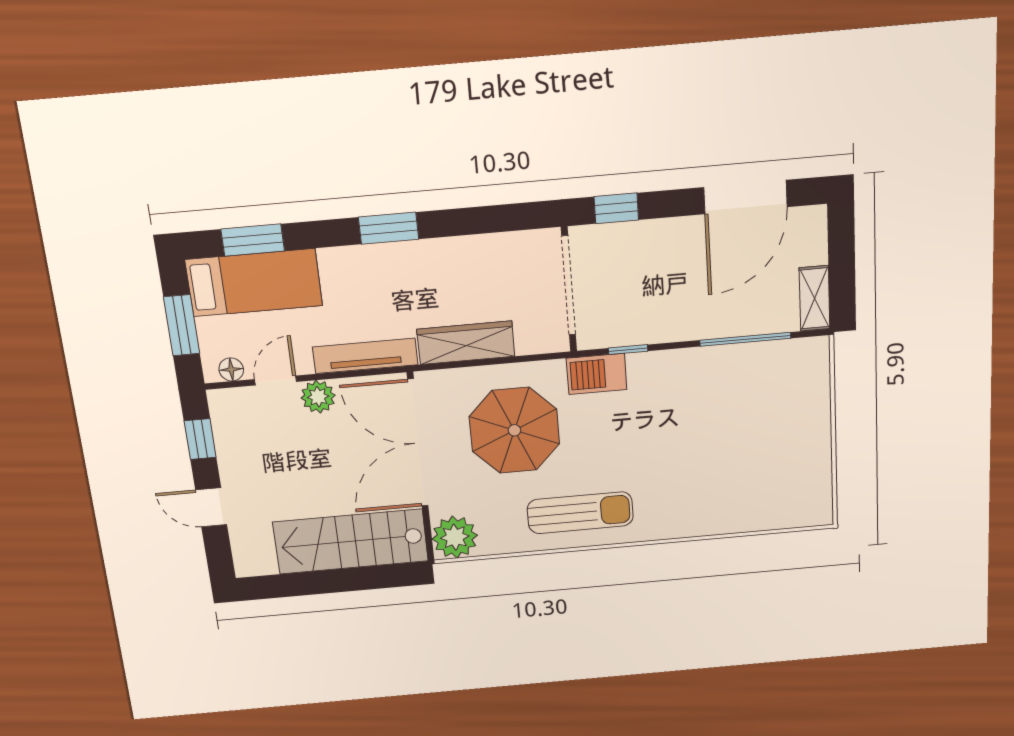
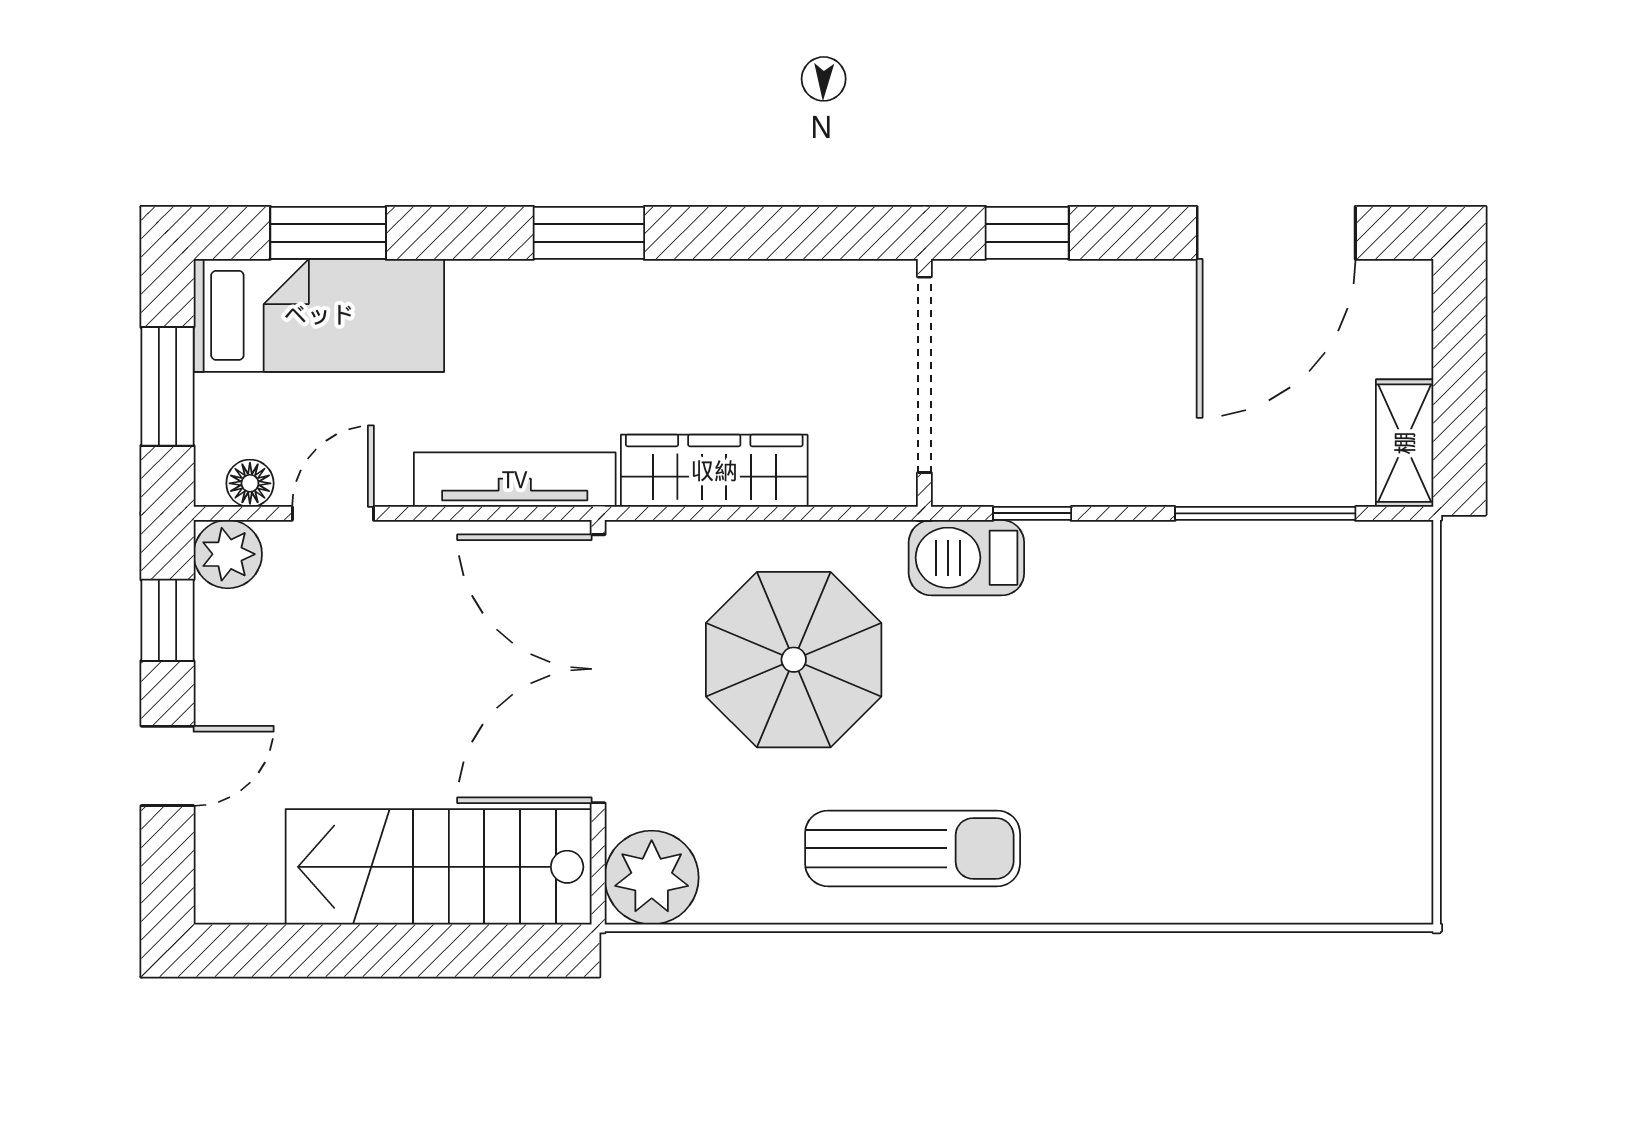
plant: (318, 397) -> (228, 554), moved
door: (211, 507) -> (167, 766), swing flipped

